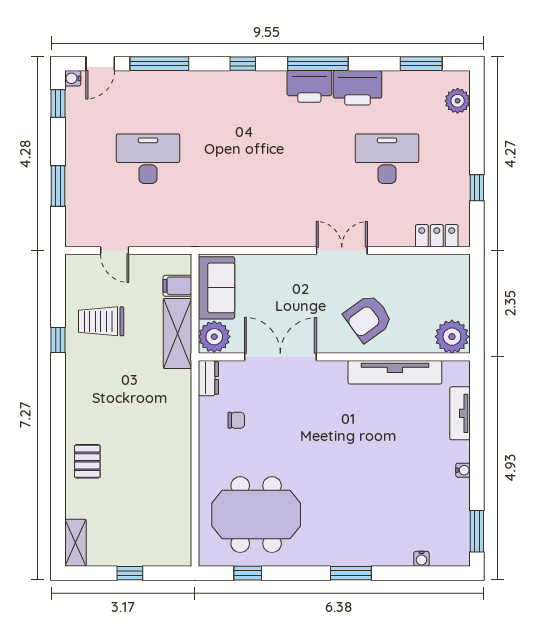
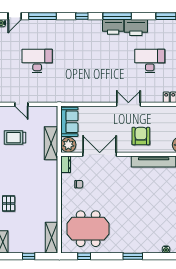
filing cabinet: (177, 286) -> (51, 121), removed
armchair: (368, 318) -> (141, 136), turned 126
shelving: (178, 533) -> (52, 238), added

